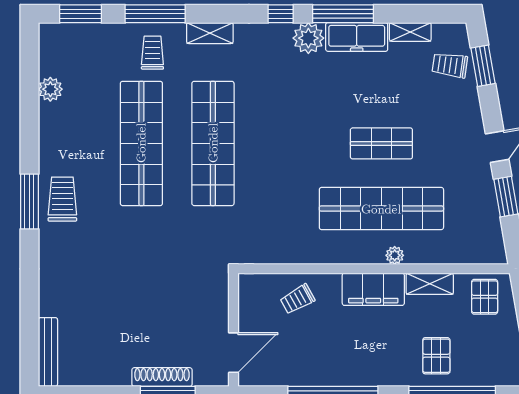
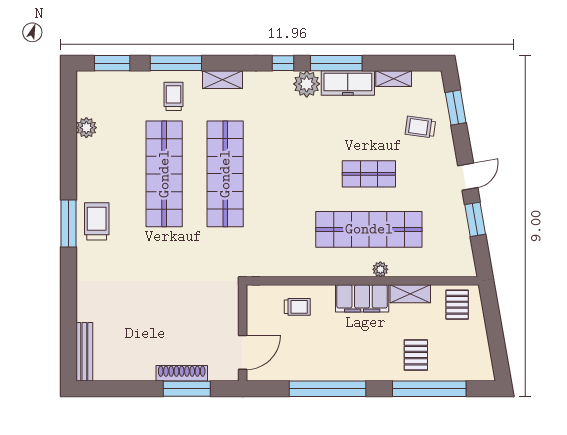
trolley: (450, 65) -> (420, 127), moved
trolley: (297, 299) -> (297, 307), turned -151

